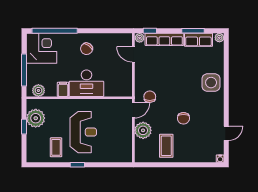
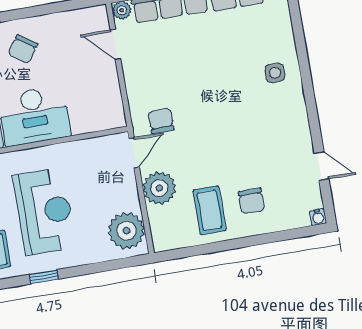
side table: (211, 83) -> (275, 73), width x0.54, depth x0.54
chair: (183, 118) -> (251, 201), moved
door: (226, 133) -> (321, 166), hinge flipped
plant: (123, 149) -> (127, 231), added

